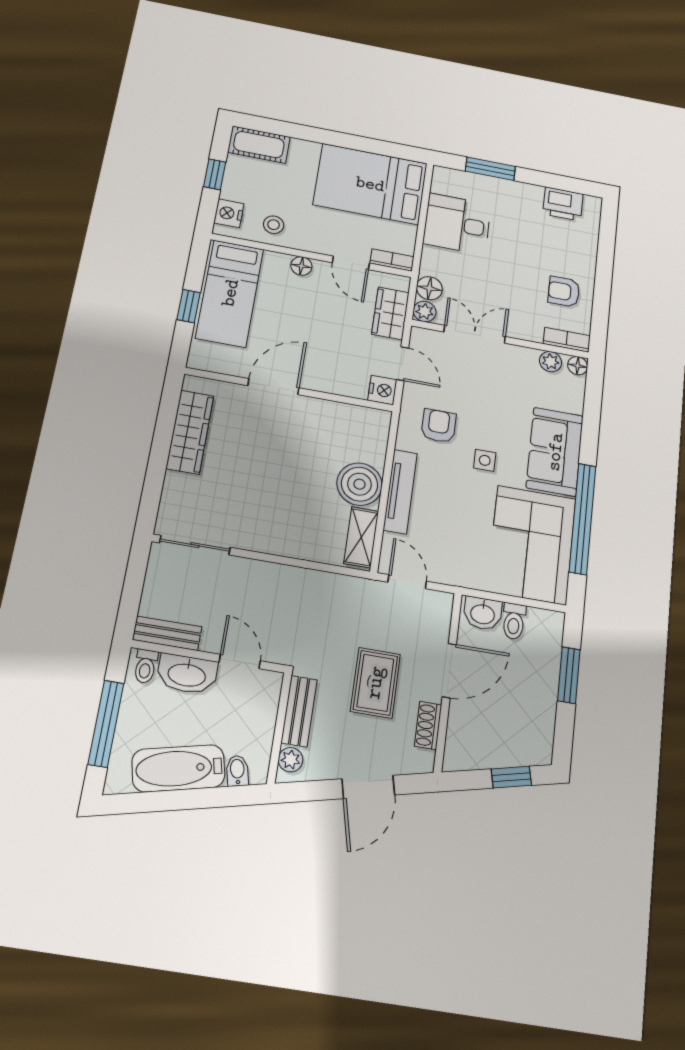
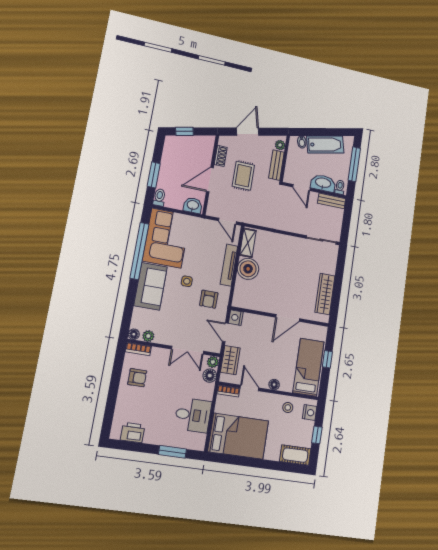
toilet: (514, 621) -> (159, 197), moved

